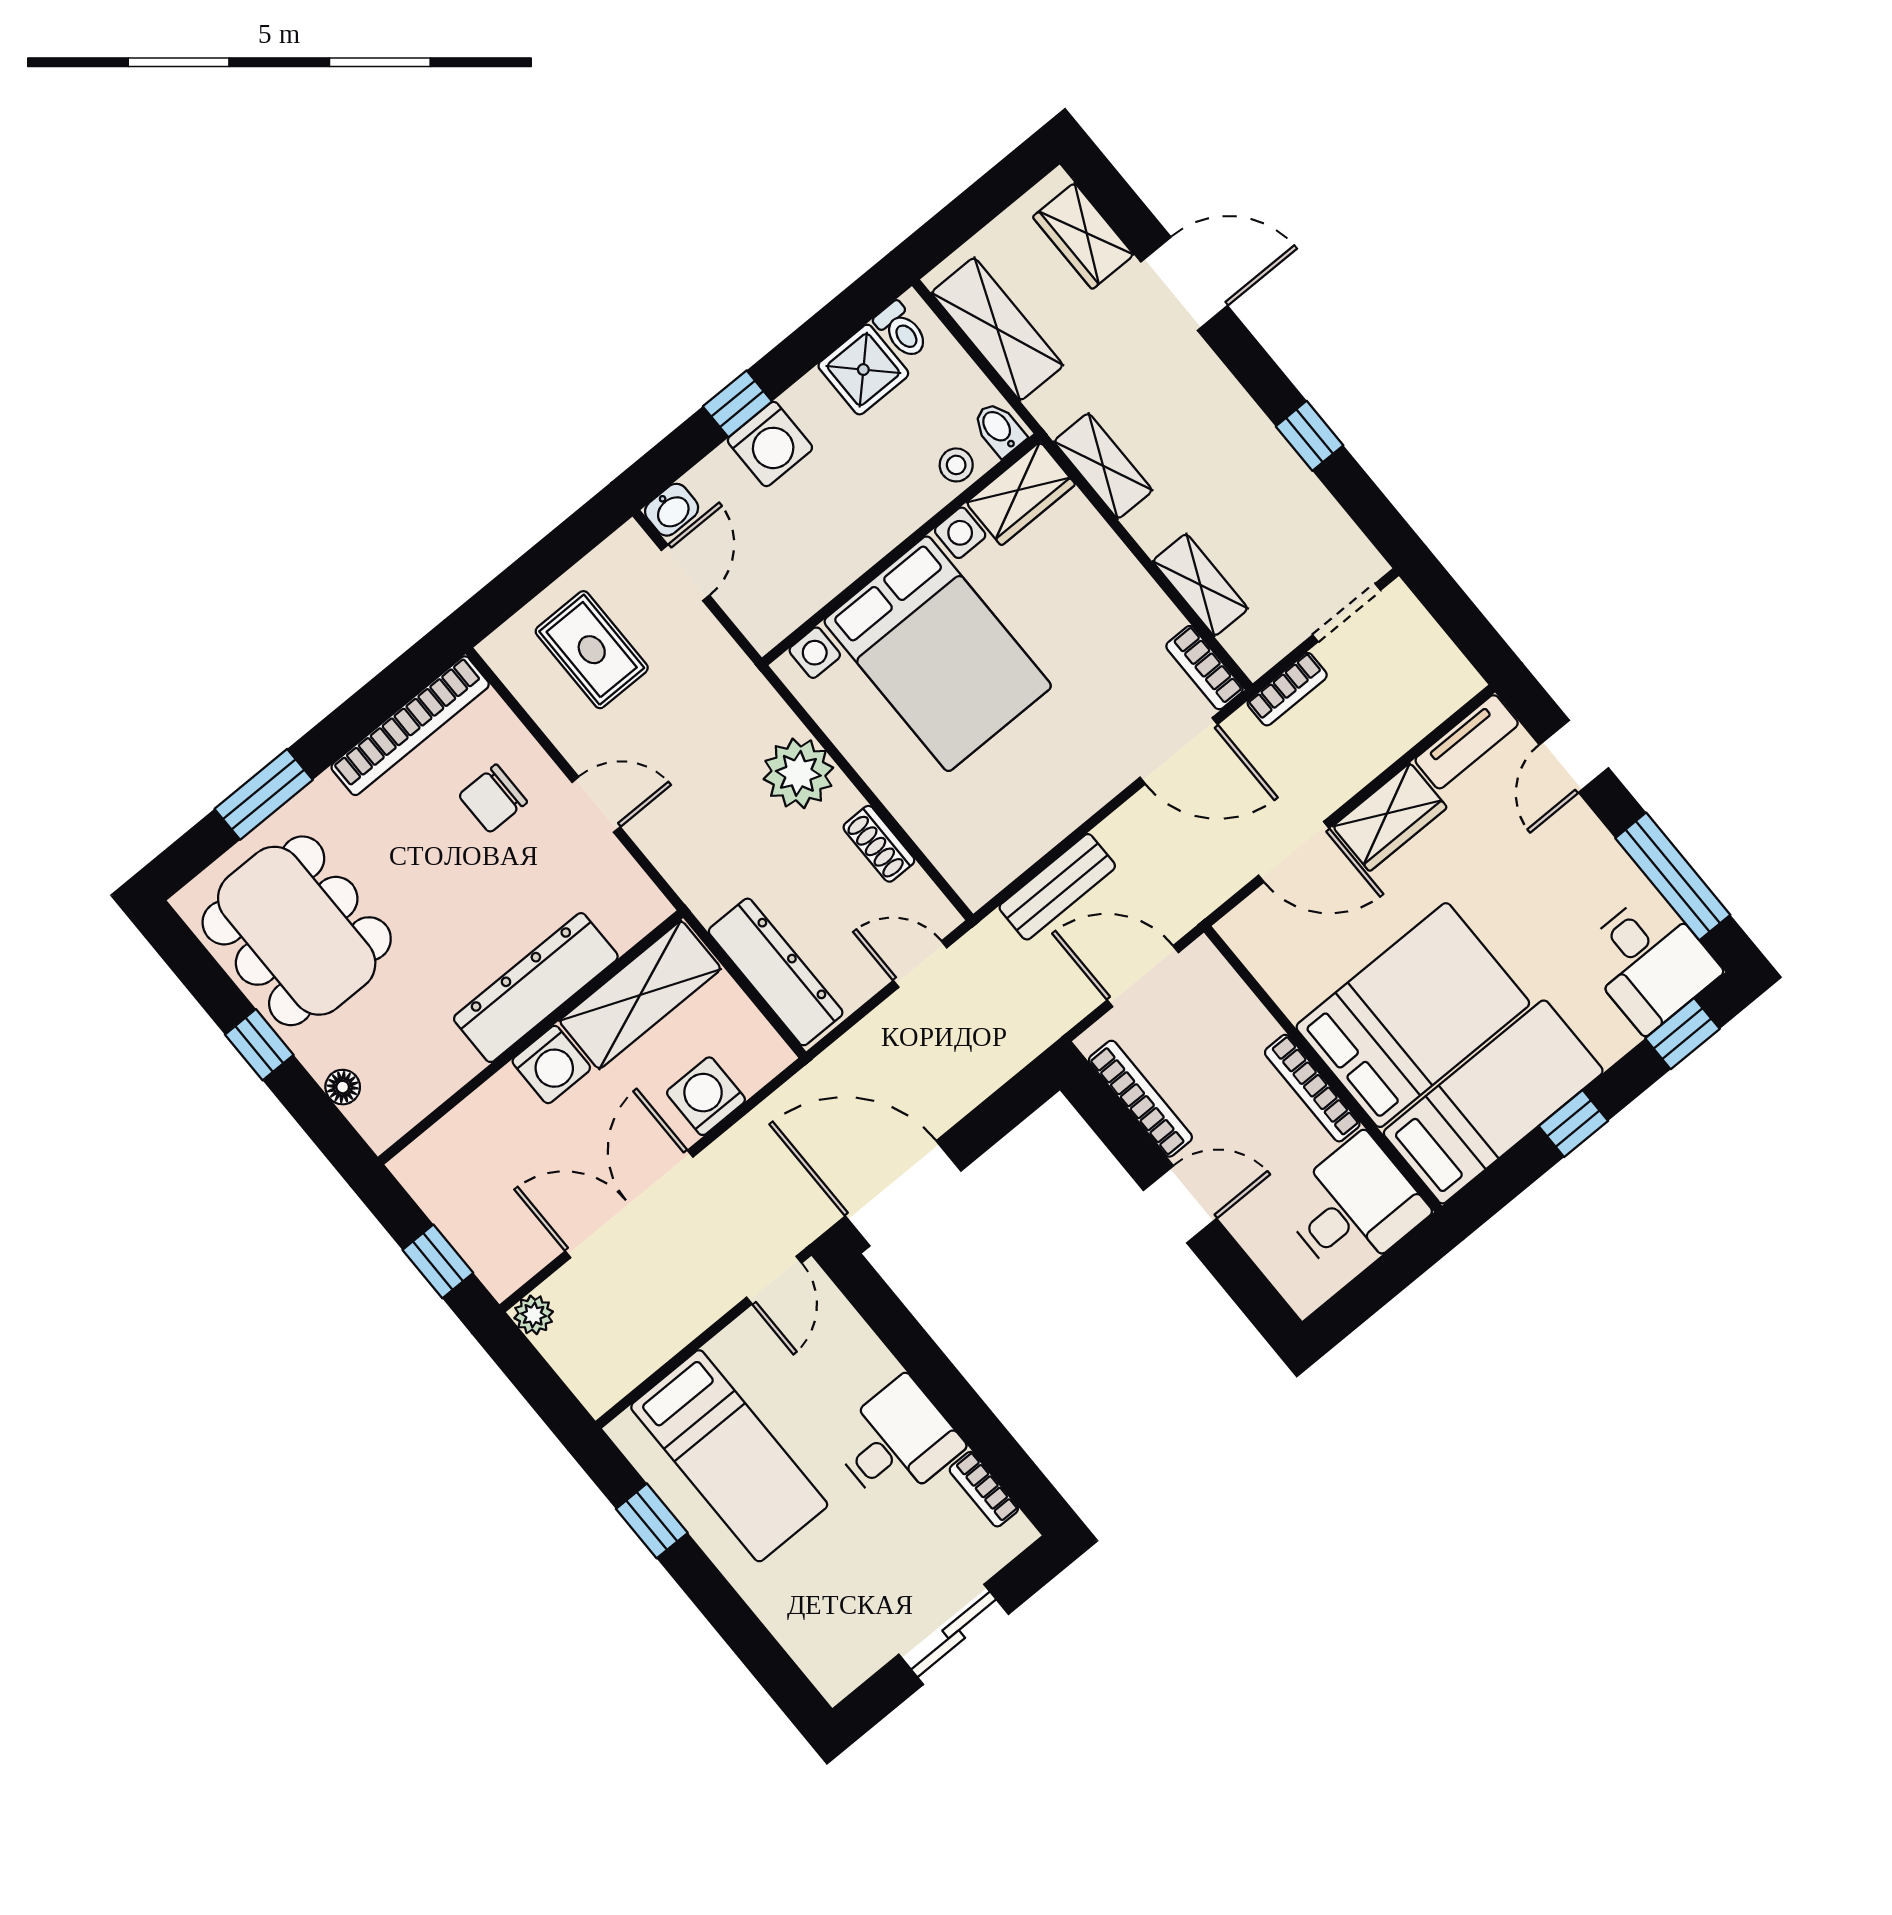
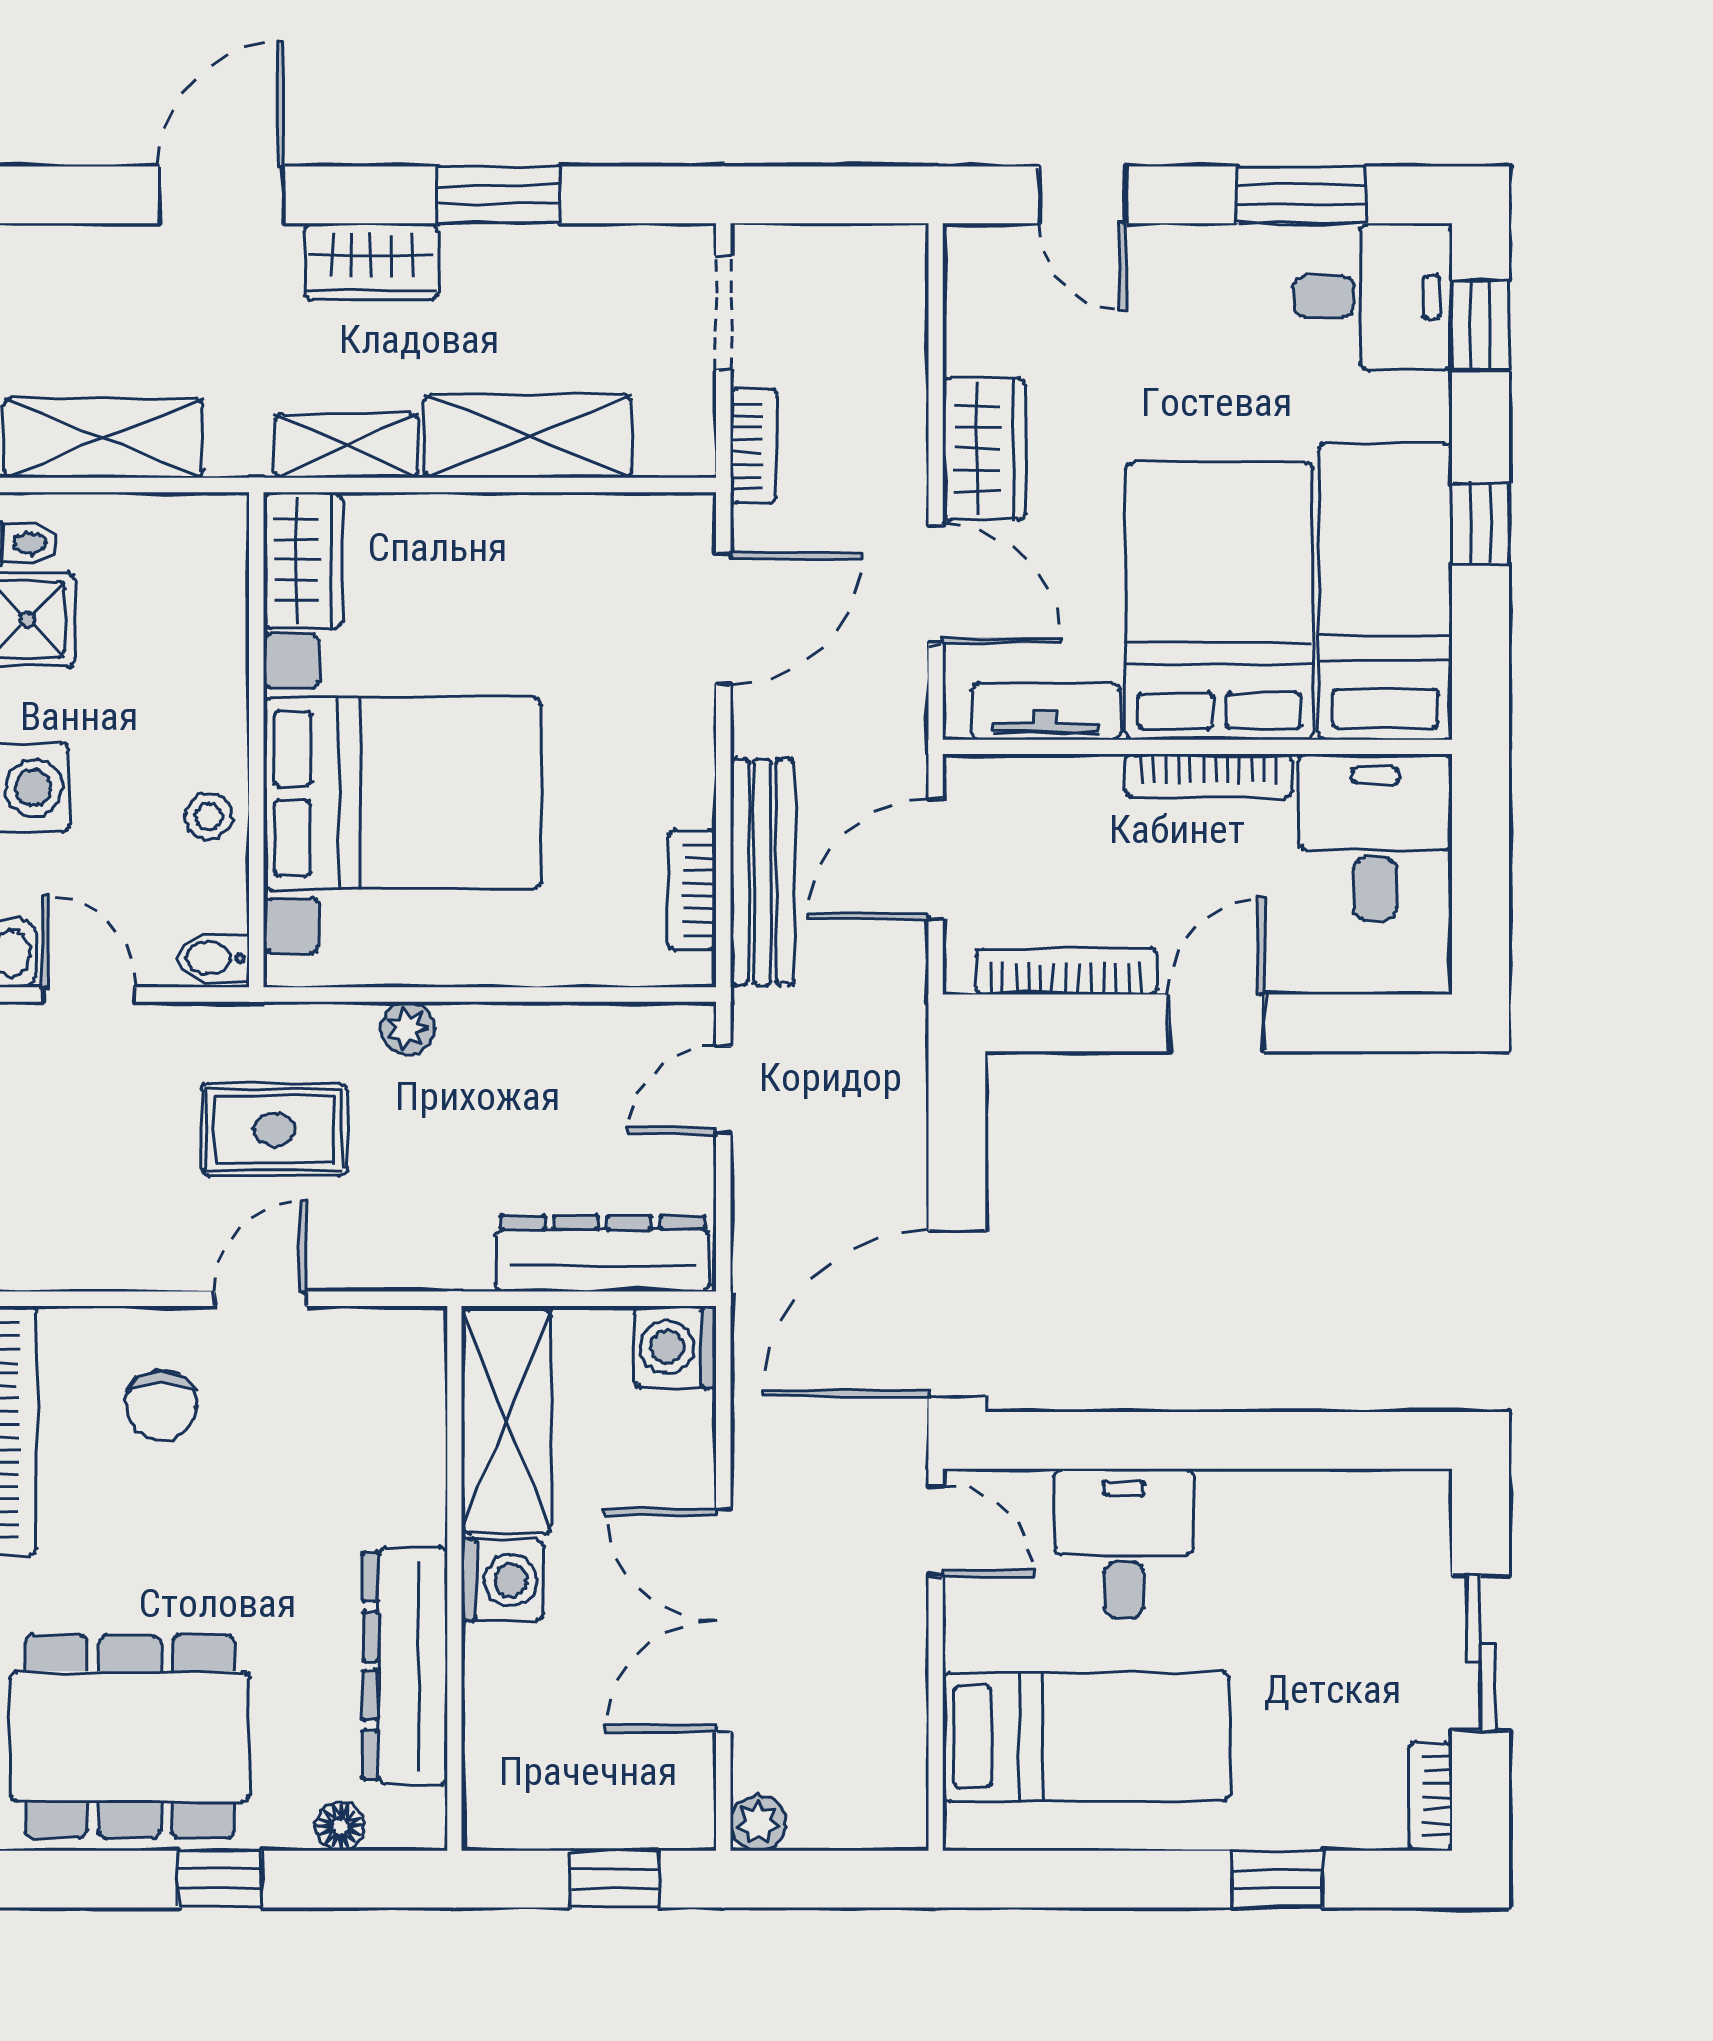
wardrobe: (1083, 236) -> (371, 262), moved
bidet: (999, 429) -> (213, 958), moved
window: (1310, 436) -> (498, 195), width x1.50
stool: (956, 465) -> (209, 817), moved
shelving: (1200, 585) -> (528, 436), width x1.50, depth x1.33
rug: (592, 650) -> (274, 1130), moved
bookcase: (1205, 668) -> (692, 890), moved, turned 90
tv unit: (1467, 742) -> (1046, 712), moved, turned -90
plant: (798, 773) -> (407, 1028), width x0.53, depth x0.53
shoe rack: (879, 844) -> (556, 1027), removed
door: (1294, 852) -> (936, 584), hinge flipped
window: (1673, 876) -> (1301, 195), width x0.69
bench: (1057, 887) -> (762, 872), width x1.36
dresser: (536, 988) -> (405, 1666), moved
washing machine: (706, 1096) -> (675, 1347), moved
desk: (896, 1442) -> (1124, 1543), moved
bookcase: (984, 1489) -> (1430, 1797), moved, turned 90
window: (652, 1521) -> (1278, 1879), moved

